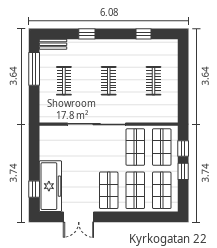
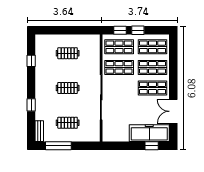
double door: (79, 217) -> (173, 111), swing flipped

